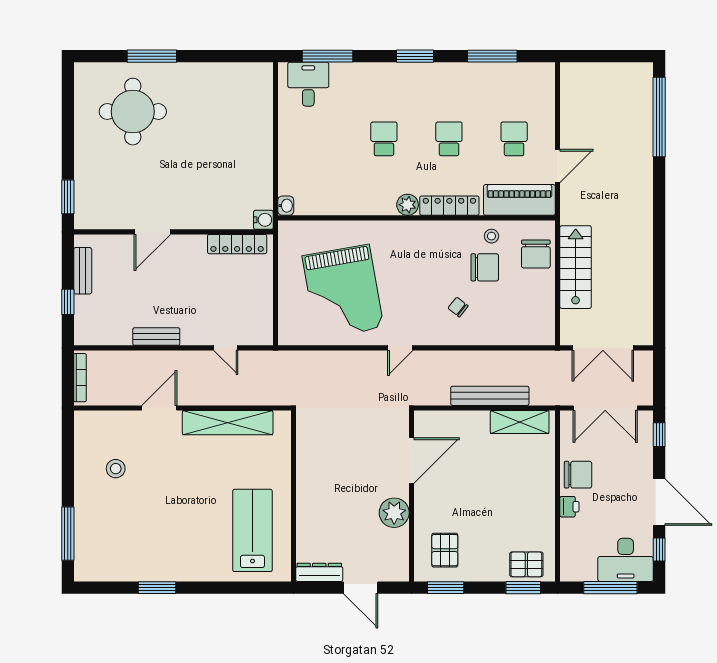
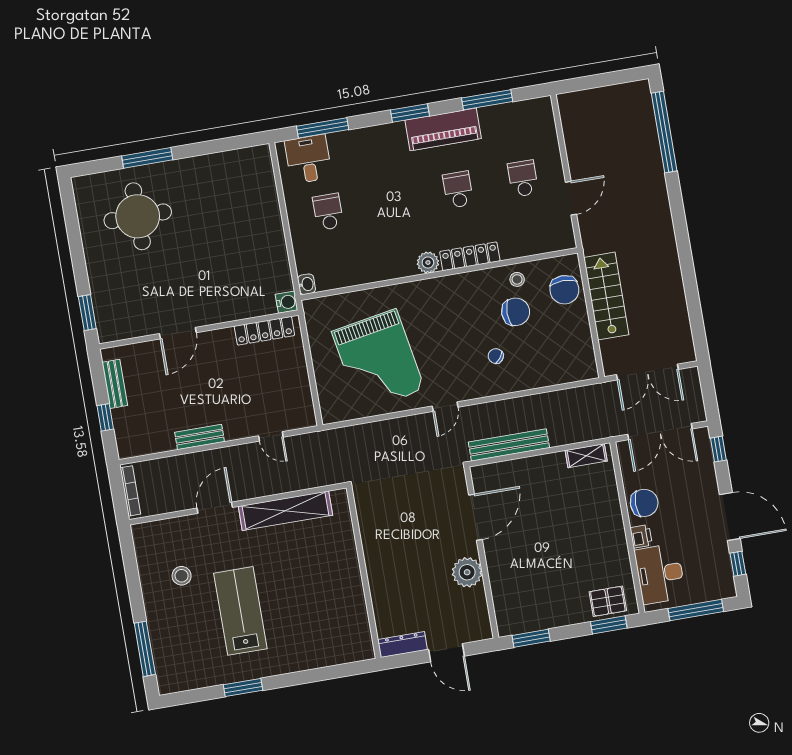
school desk: (384, 139) -> (328, 212), moved
piano: (519, 200) -> (443, 129), moved, turned 180
bench: (490, 396) -> (509, 445), moved
shelving: (520, 422) -> (586, 456), width x0.67, depth x0.75
lab bench: (252, 530) -> (240, 611), moved
pallet: (445, 550) -> (524, 601), removed
desk: (626, 560) -> (660, 574), moved, turned 90

